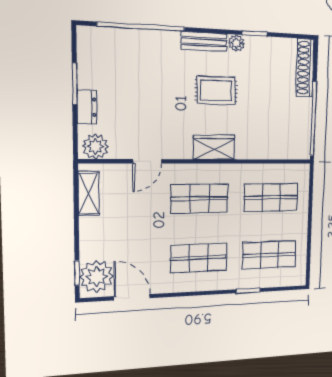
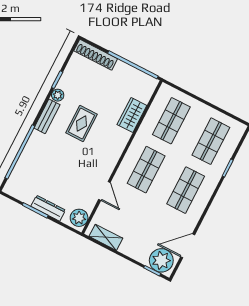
dresser: (87, 107) -> (48, 208), width x1.44
wardrobe: (214, 147) -> (132, 115), moved

